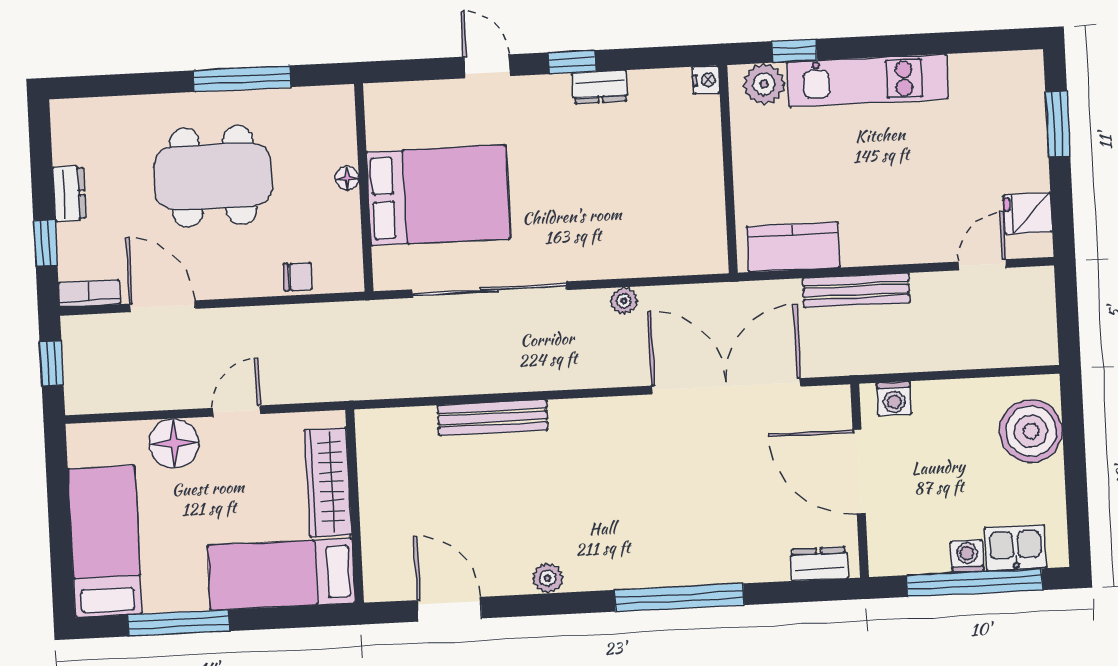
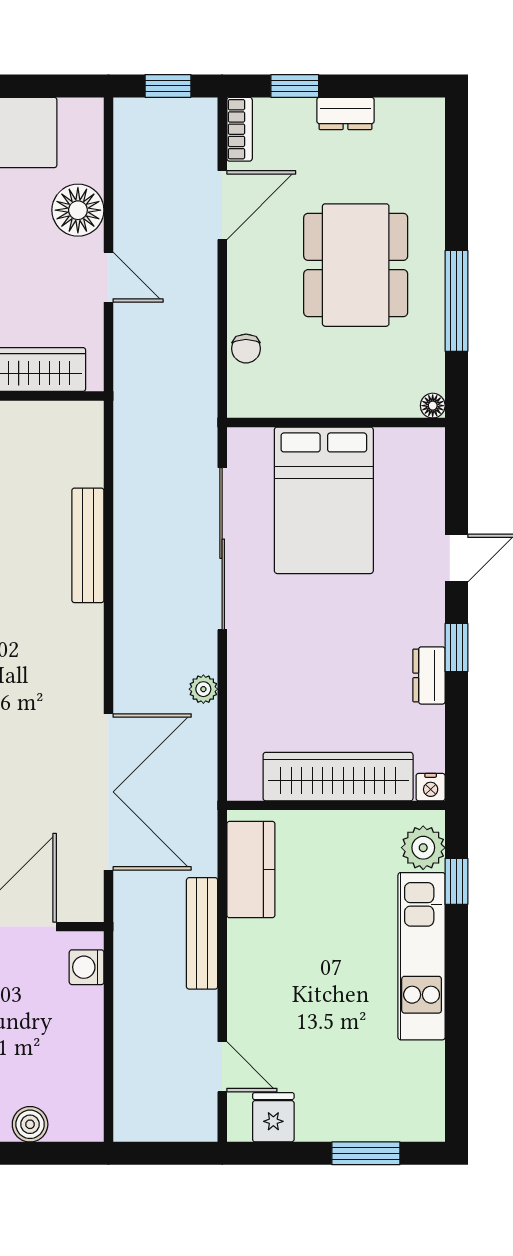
wardrobe: (701, 168) -> (338, 777), added
floor lamp: (347, 178) -> (433, 406), moved
boiler: (1031, 431) -> (30, 1124), width x0.54, depth x0.54

